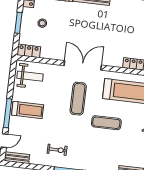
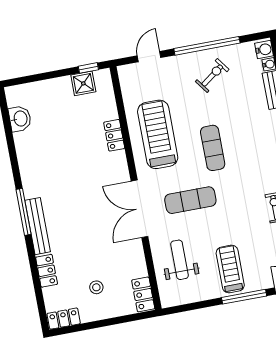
window: (18, 23) -> (107, 322), removed
weight bench: (30, 76) -> (179, 260), moved

